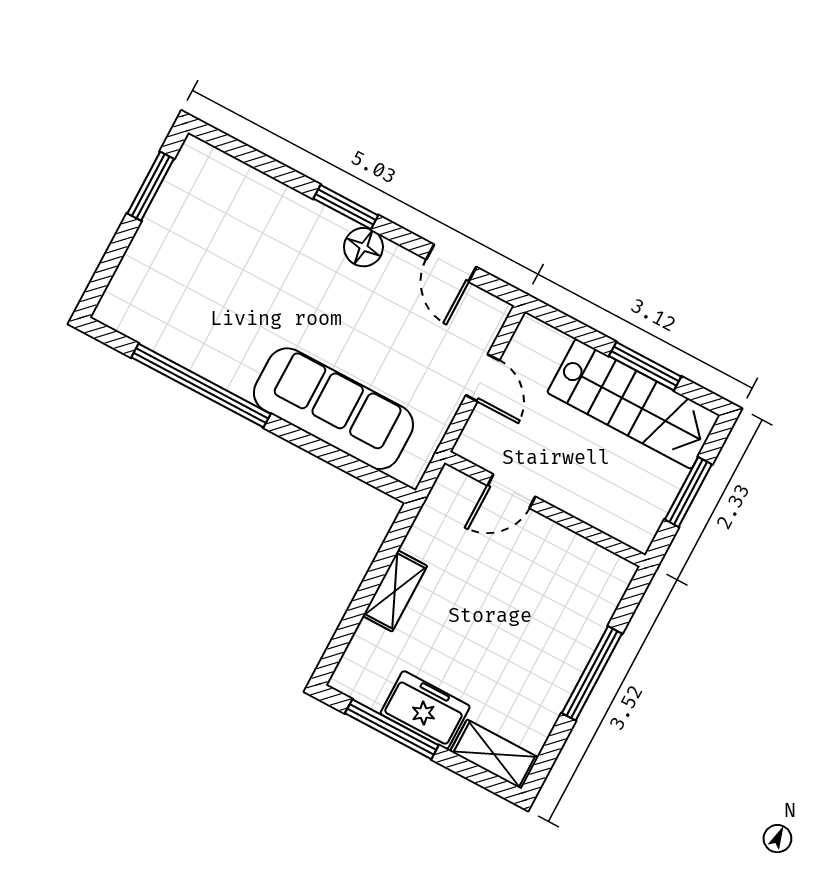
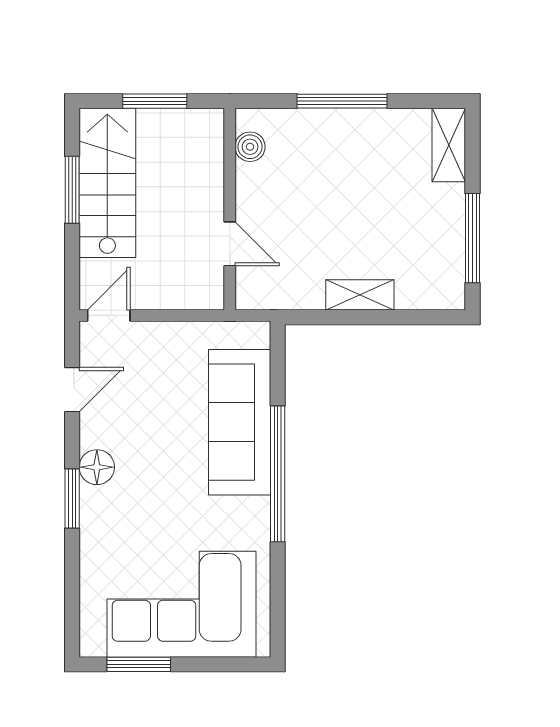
corner sofa: (187, 258) -> (181, 604), added
door: (483, 378) -> (109, 315), moved
window: (201, 386) -> (278, 474), moved
boiler: (595, 561) -> (250, 147), added
freezer: (425, 710) -> (443, 220), removed

